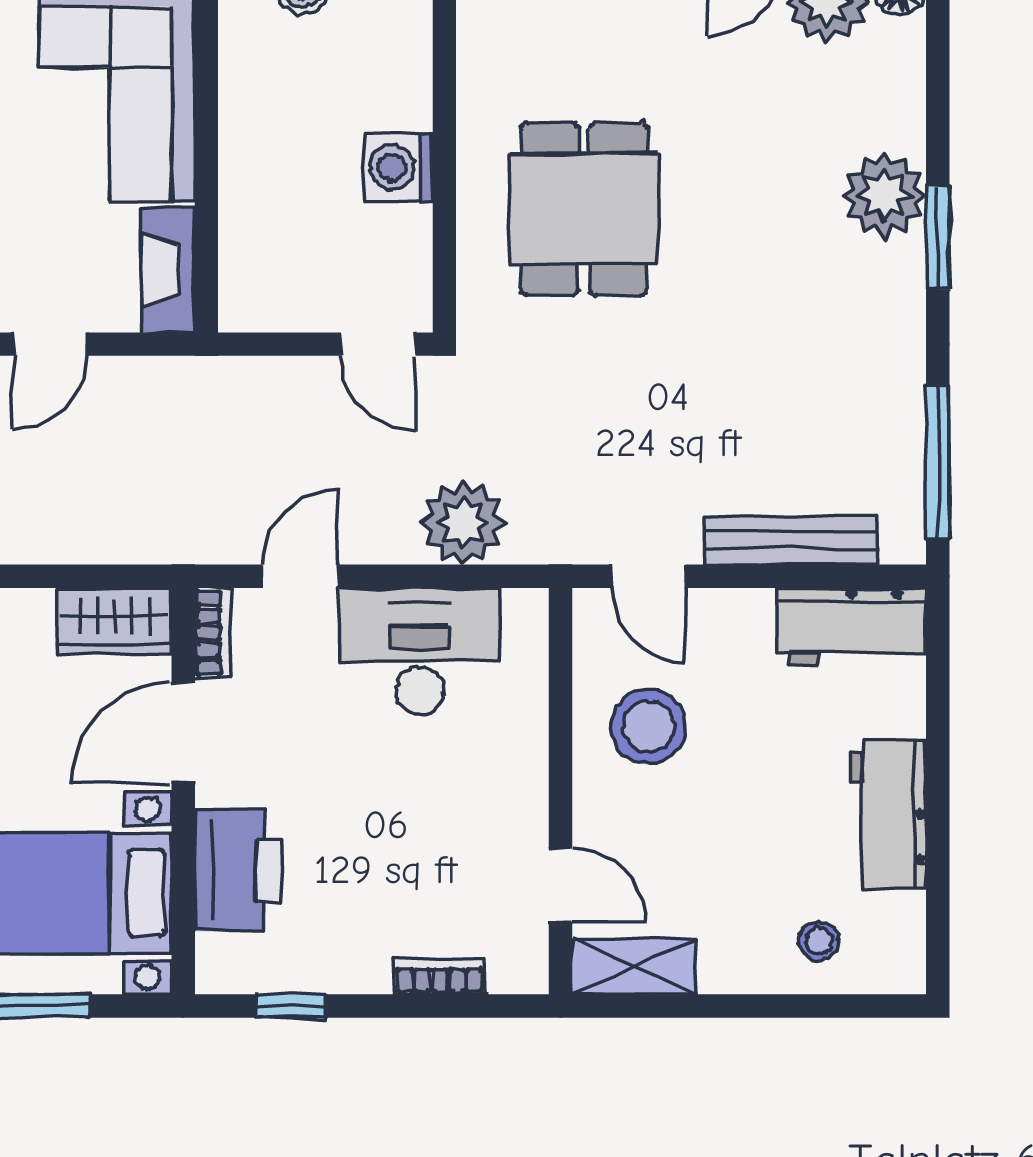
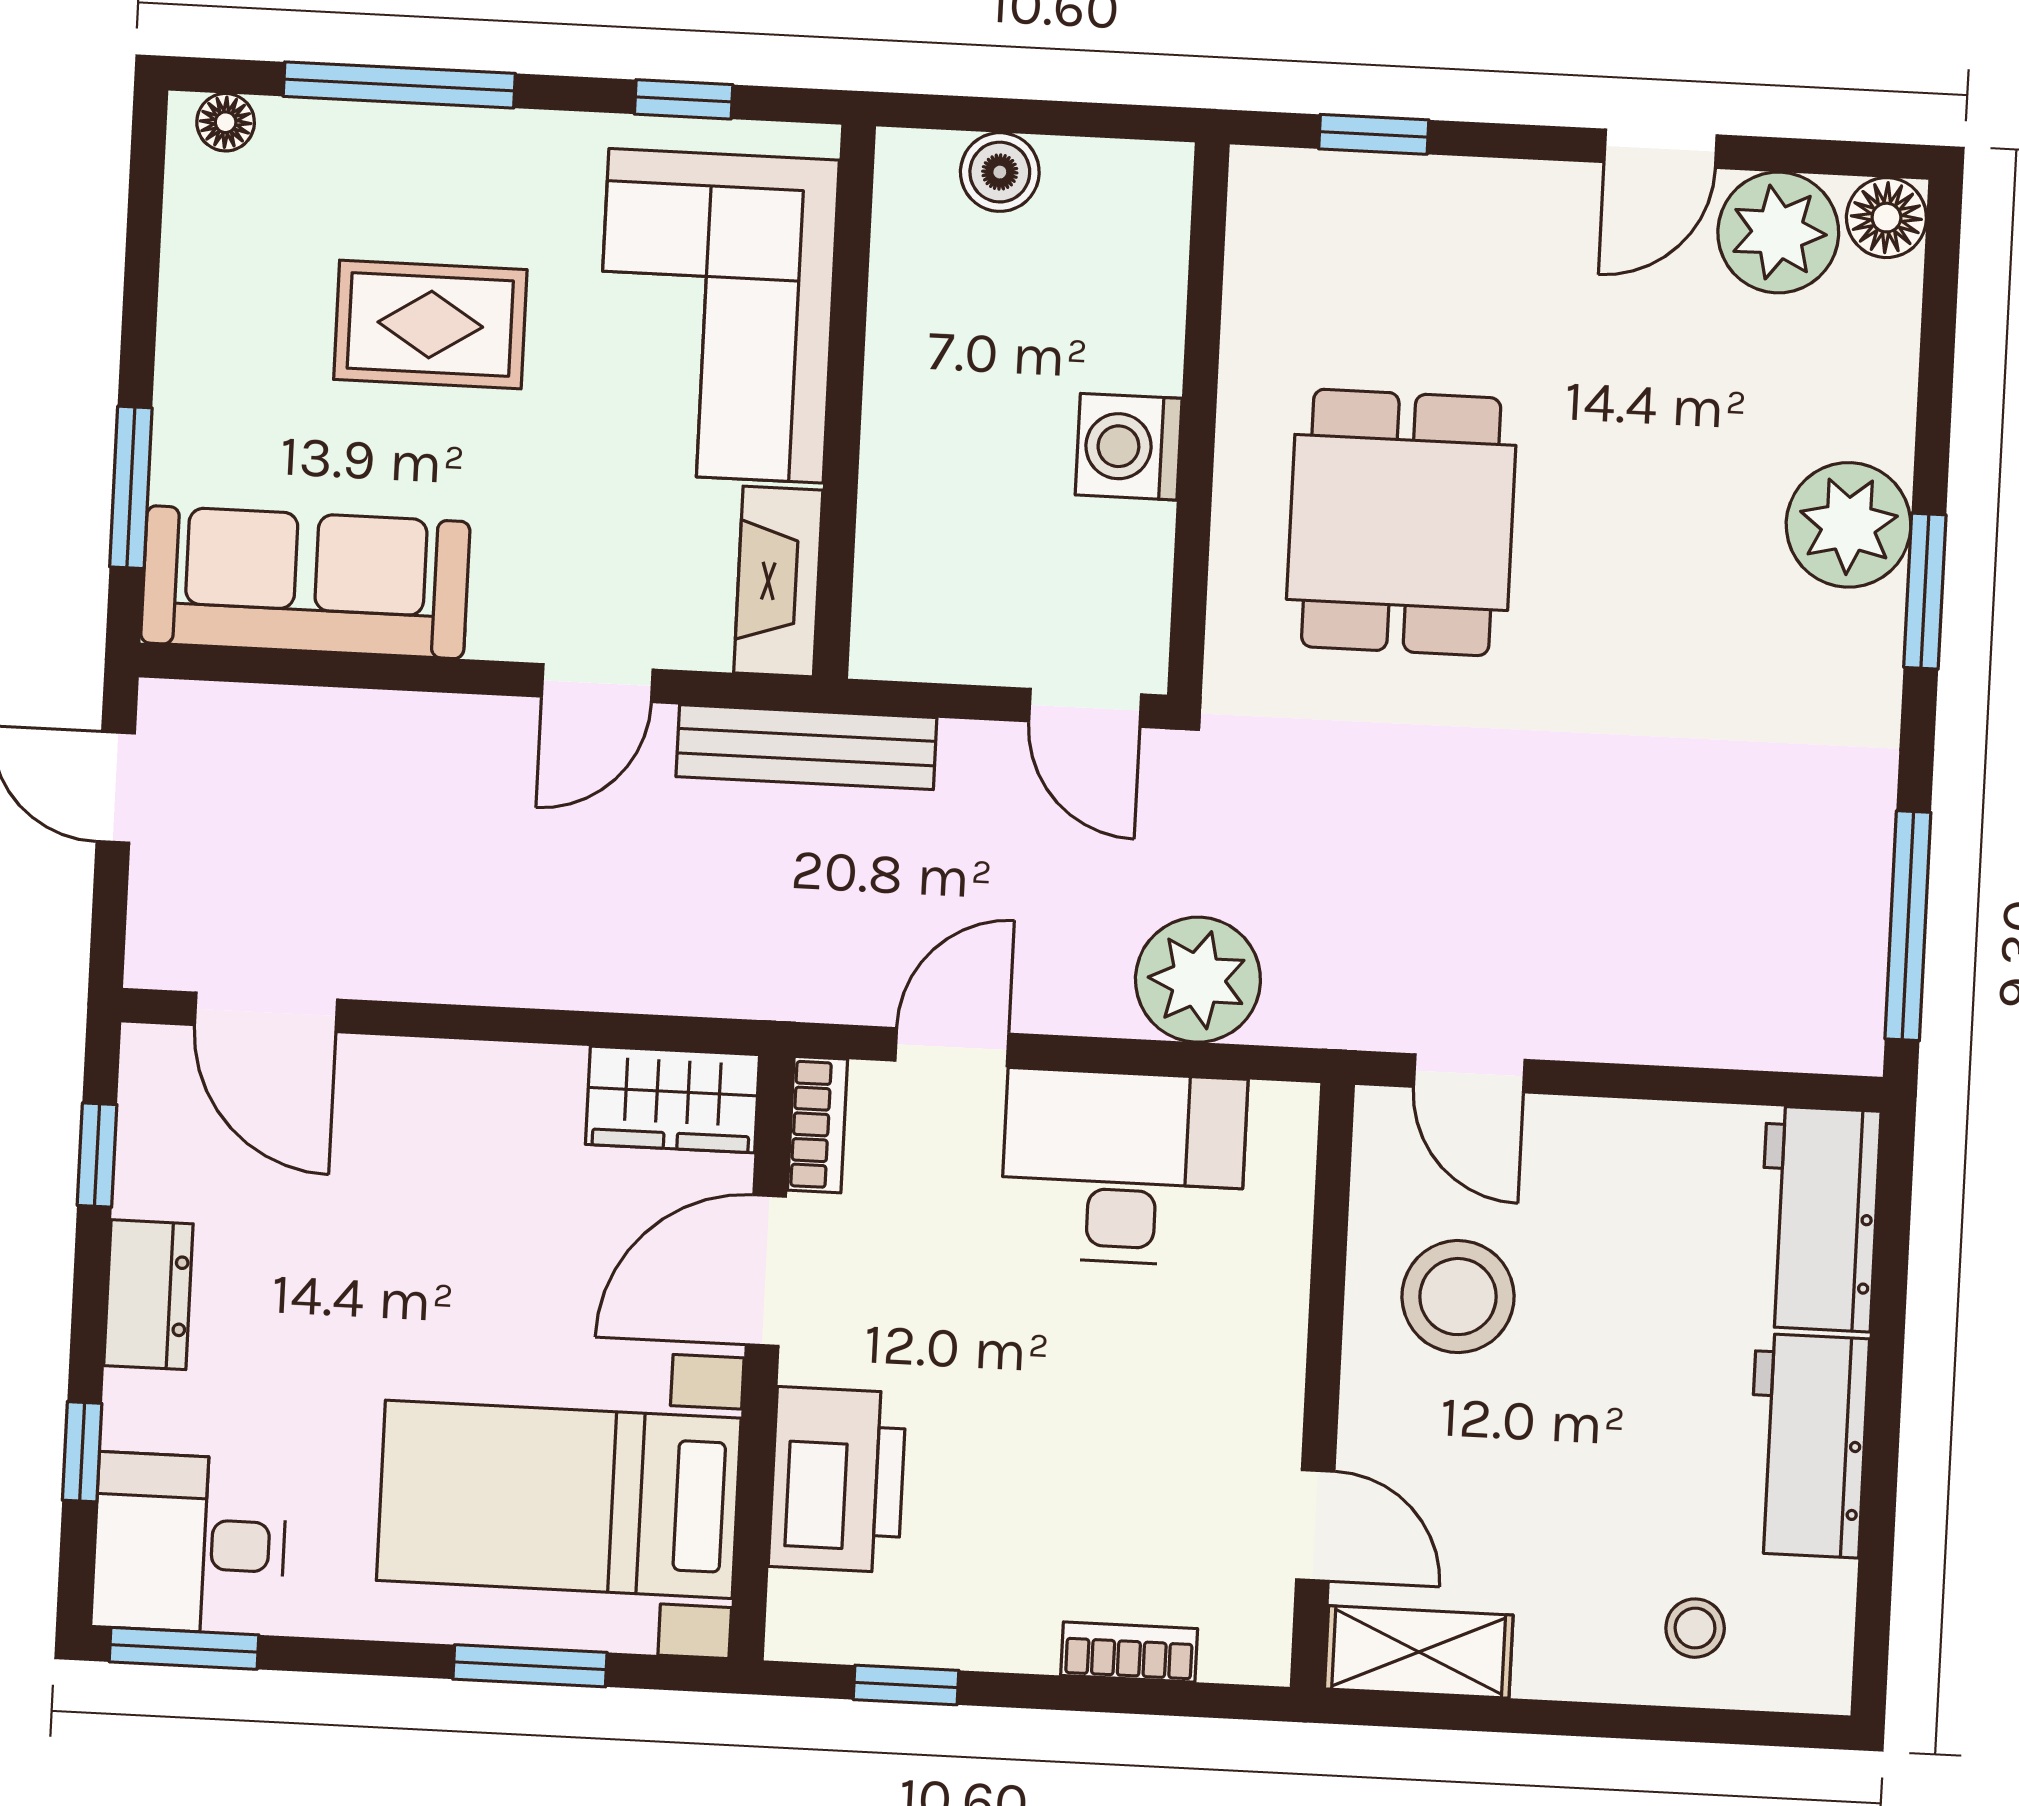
bench: (791, 540) -> (806, 747), moved
workbench: (852, 626) -> (1819, 1219), moved, turned 90

